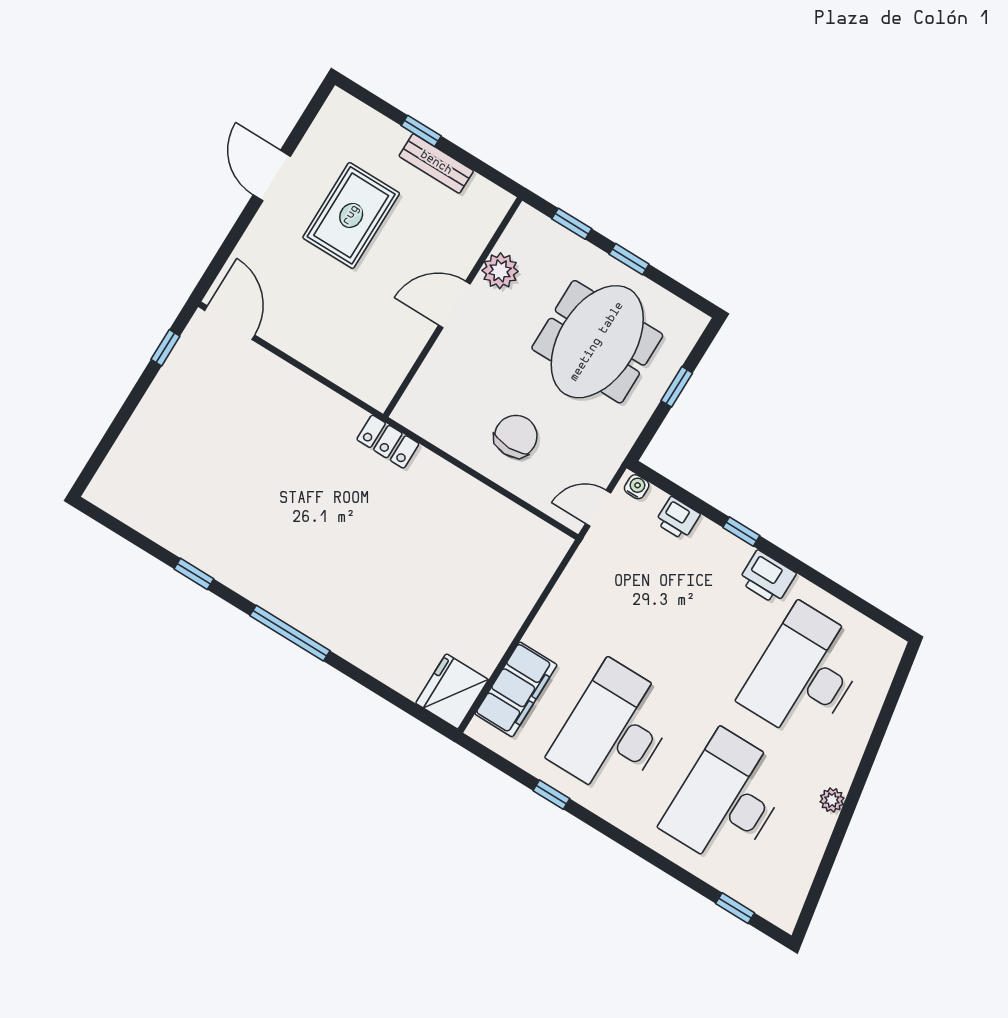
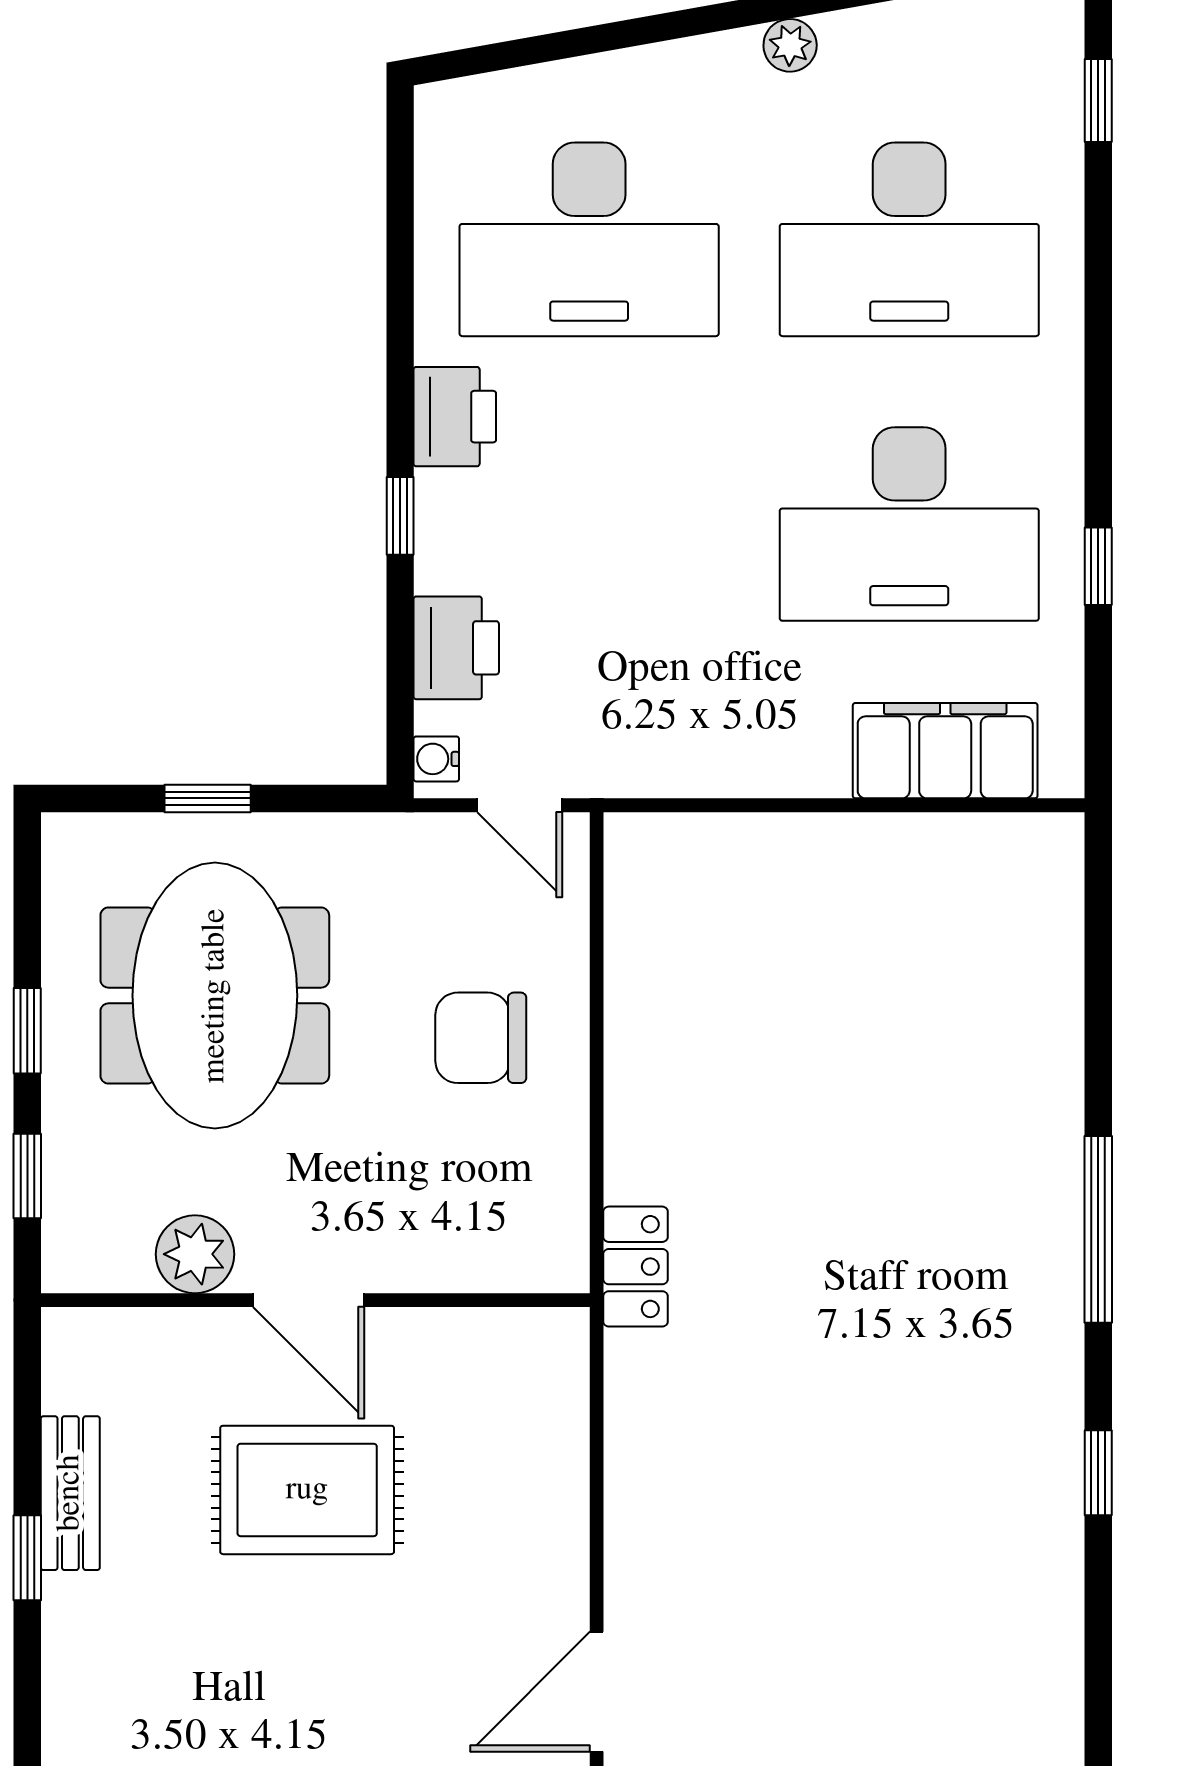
rug: (351, 215) -> (307, 1490), moved
meeting table: (597, 342) -> (215, 996), turned 90
printer: (678, 518) -> (456, 648), width x1.36, depth x1.24
fridge: (452, 691) -> (1021, 866), removed

